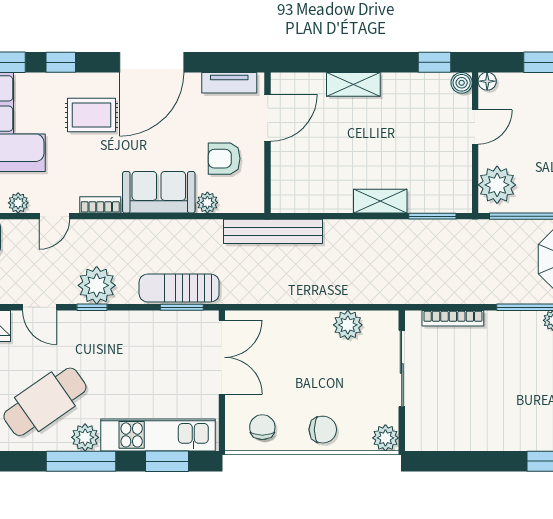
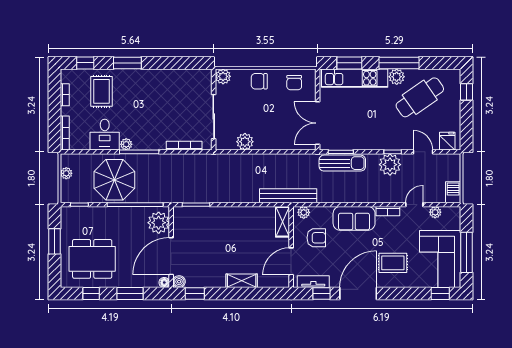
window: (61, 62) -> (322, 294), moved
door: (475, 127) -> (171, 256), width x1.88
shelving: (380, 201) -> (283, 222), moved, turned 90
plant: (207, 203) -> (304, 212), moved

